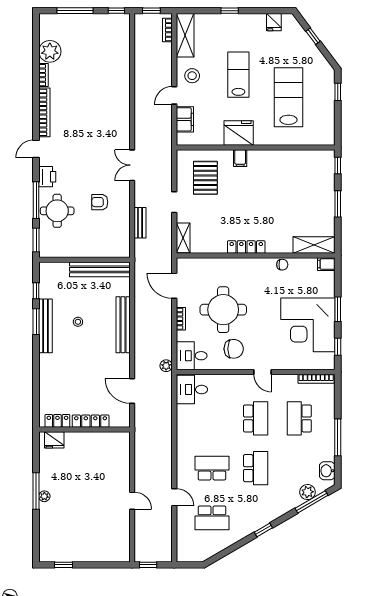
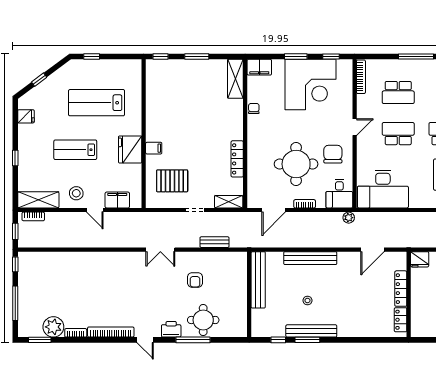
window: (36, 240) -> (40, 340), moved
locker: (246, 247) -> (237, 159), moved
filing cabinet: (326, 264) -> (259, 67), width x2.00
desk: (192, 390) -> (383, 189), width x1.87, depth x1.30
fridge: (54, 440) -> (420, 259), moved, turned 90

